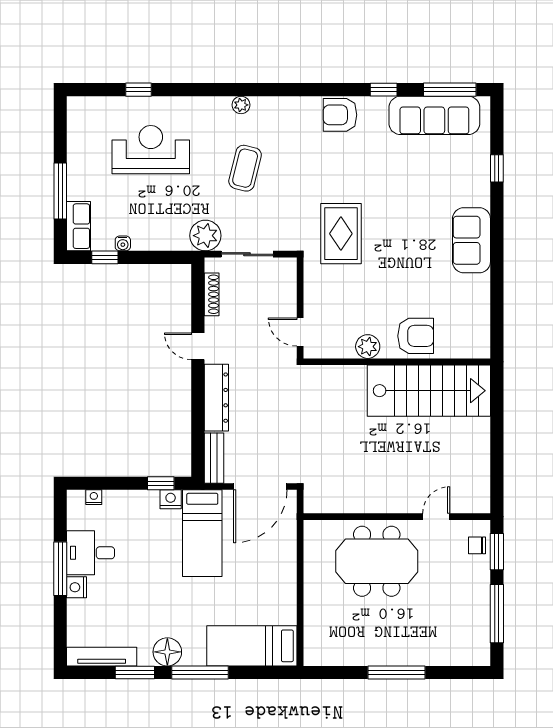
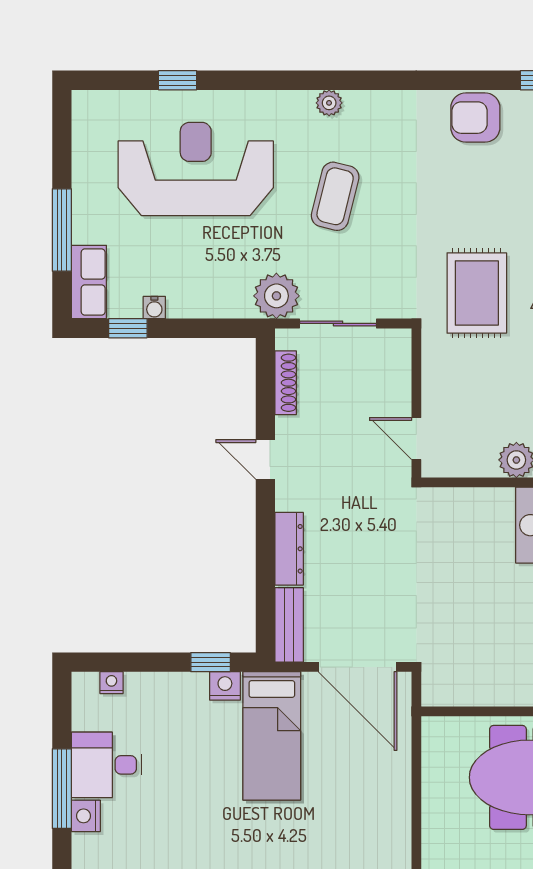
reception desk: (151, 150) -> (196, 169), width x1.36, depth x1.30
dresser: (216, 398) -> (289, 549), width x0.73, depth x0.80
door: (260, 486) -> (358, 667), hinge flipped

